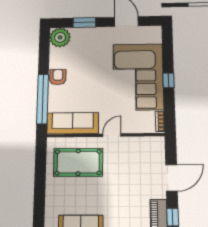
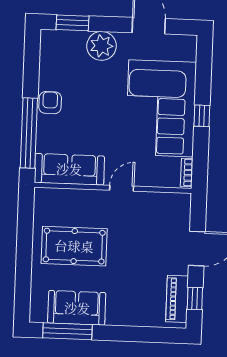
window: (84, 22) -> (73, 23), moved
plant: (60, 37) -> (102, 46), moved
pool table: (78, 162) -> (74, 246), moved

